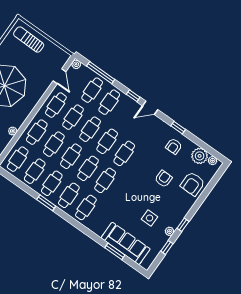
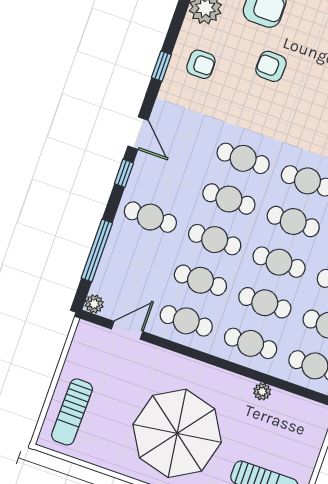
cafe table: (92, 90) -> (136, 258), removed

